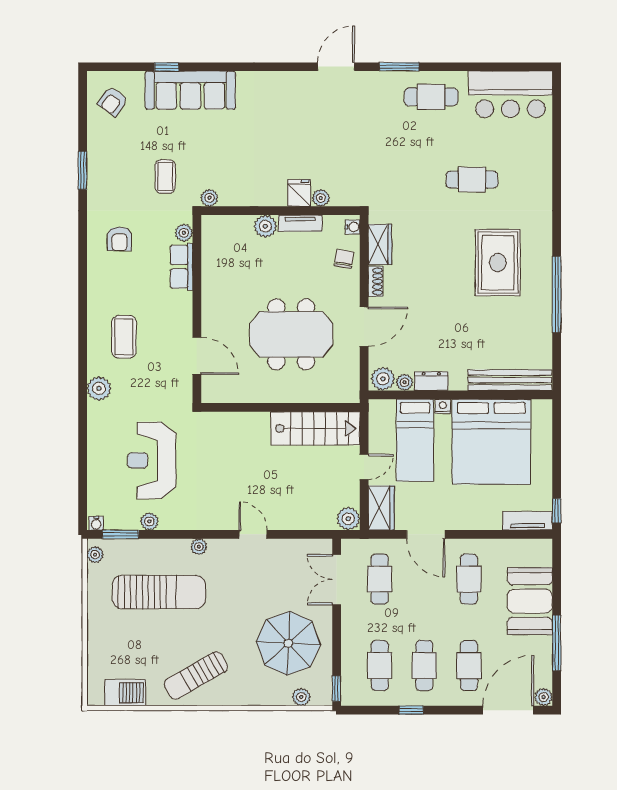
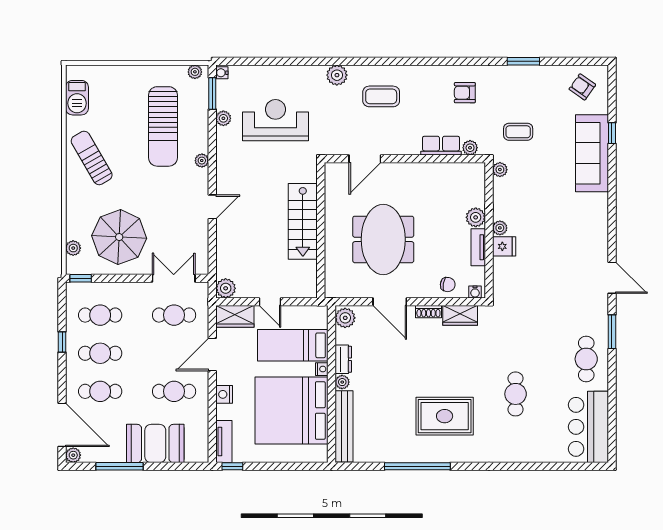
plant: (321, 198) -> (500, 228), moved
plant: (405, 382) -> (342, 382), moved
stairs: (315, 428) -> (303, 221), moved
nightstand: (472, 521) -> (224, 394), added

